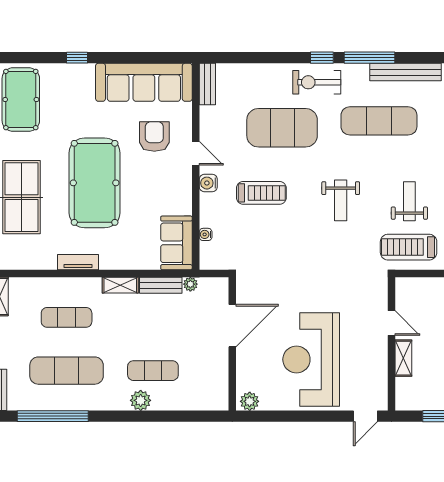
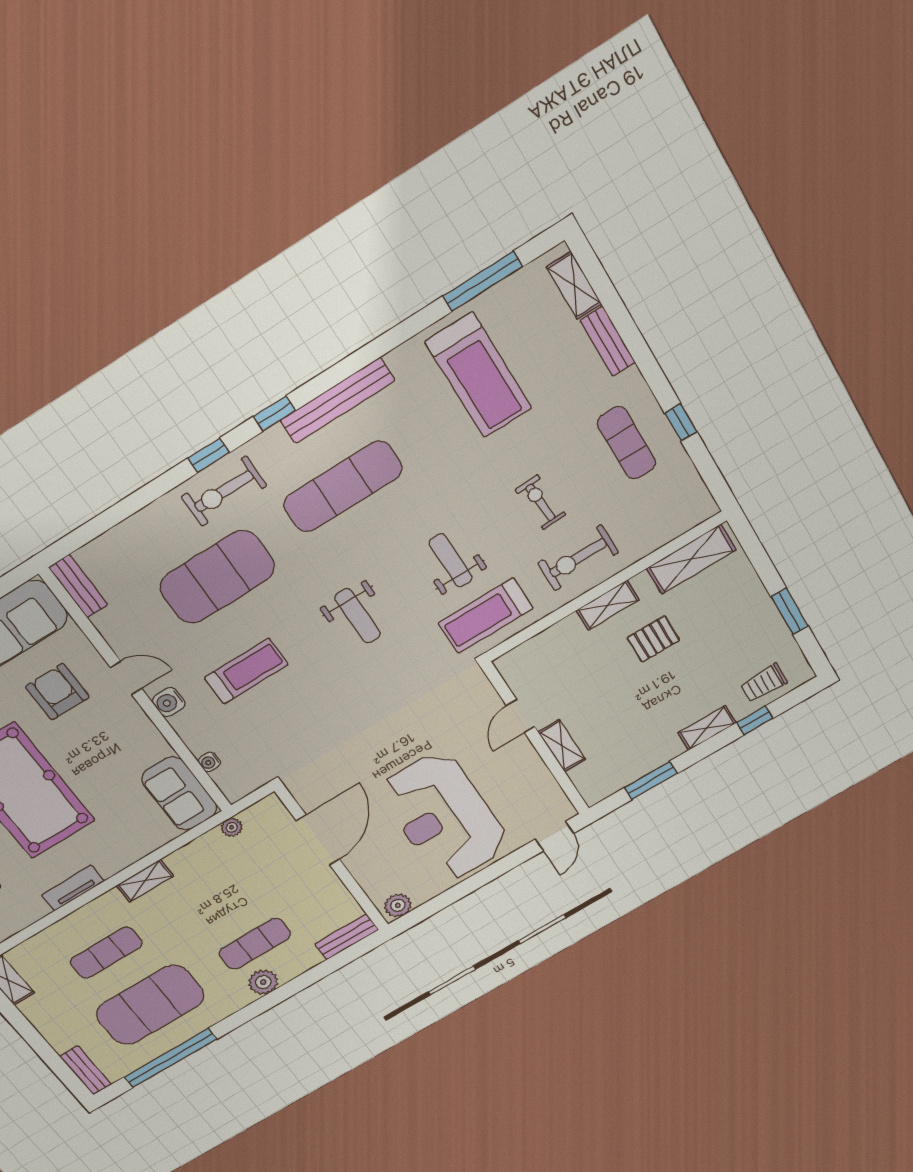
window: (370, 58) -> (275, 413), width x0.46
bench: (161, 285) -> (347, 937), moved
door: (391, 323) -> (521, 716), swing flipped
exercise mat: (67, 371) -> (150, 1005), width x1.47

